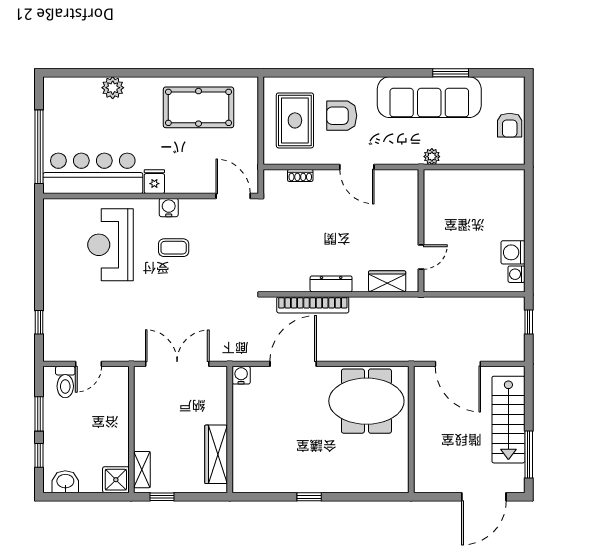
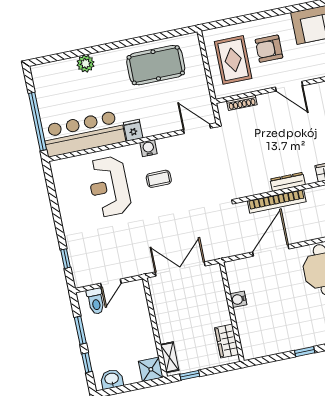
shoe rack: (300, 175) -> (242, 103), width x1.43
water cooler: (241, 375) -> (238, 299), moved, turned -90
wardrobe: (216, 454) -> (227, 341), width x0.67

